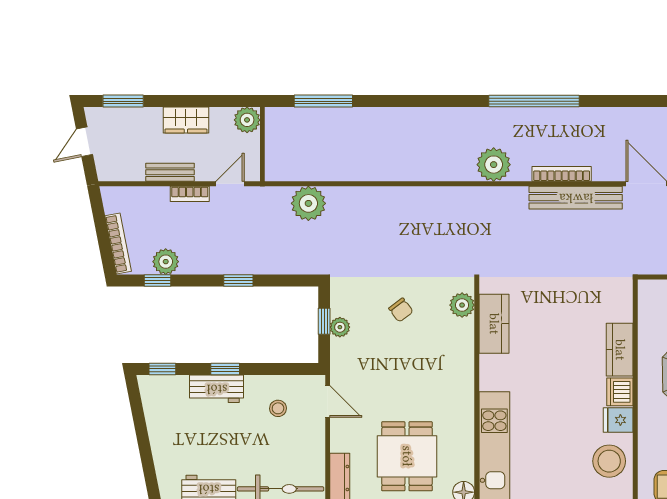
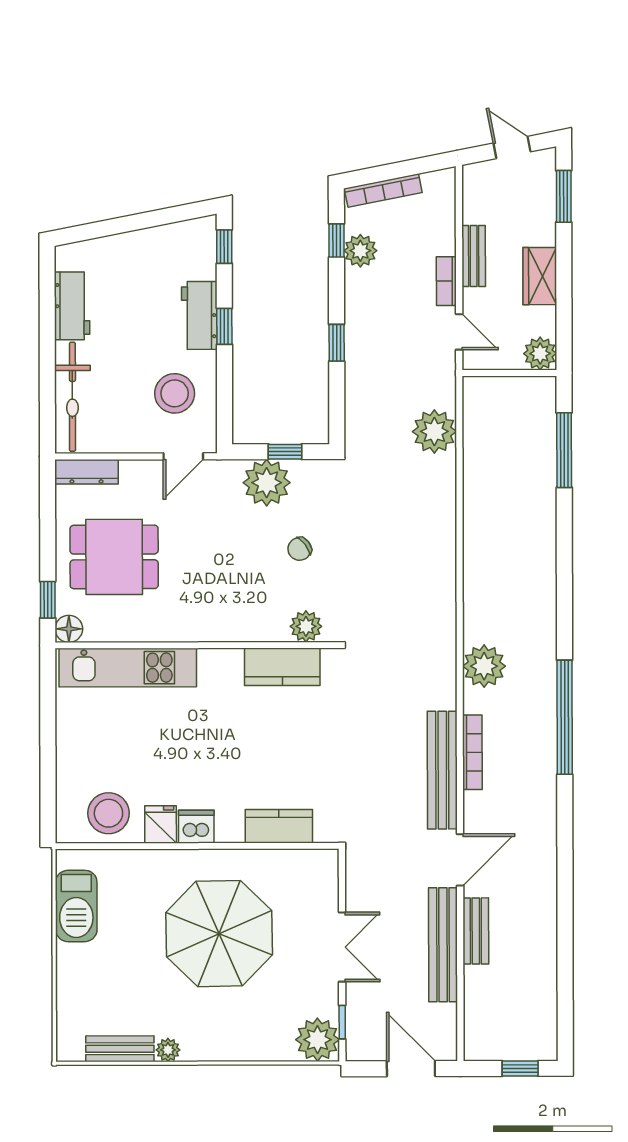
plant: (340, 327) -> (267, 483), width x1.88, depth x1.88
kitchen counter: (620, 350) -> (279, 826), moved
stool: (278, 408) -> (175, 393), width x1.89, depth x1.89

